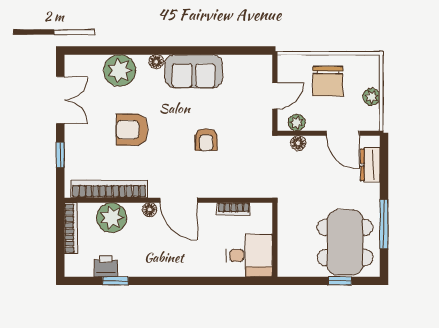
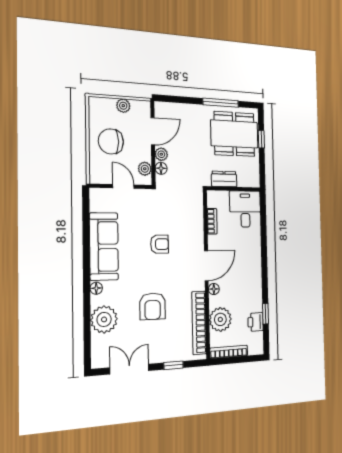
sofa: (194, 71) -> (104, 246), width x1.36
chair: (328, 81) -> (111, 141), turned 180
plant: (315, 144) -> (161, 154), added
dresser: (370, 165) -> (224, 179), moved, turned 180

